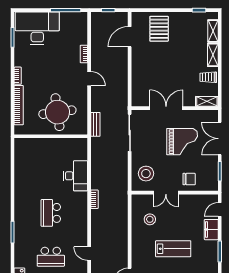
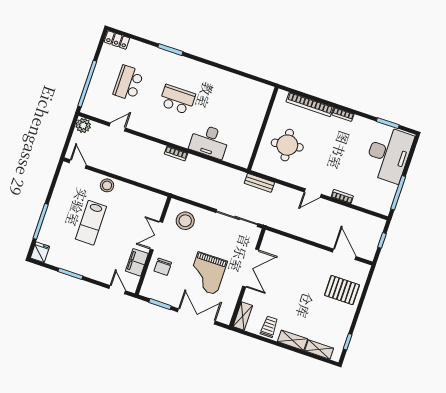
round table: (57, 112) -> (287, 145), width x0.73, depth x0.73
stool: (150, 219) -> (107, 185), moved
filing cabinet: (211, 230) -> (137, 262), moved, turned -90

